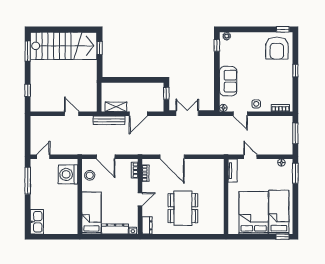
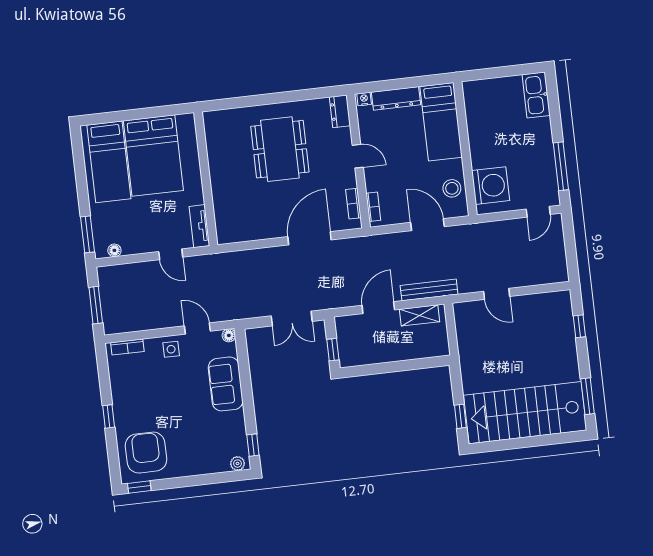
door: (172, 157) -> (309, 238), hinge flipped
door: (140, 199) -> (358, 156), swing flipped
window: (282, 237) -> (97, 119), removed

